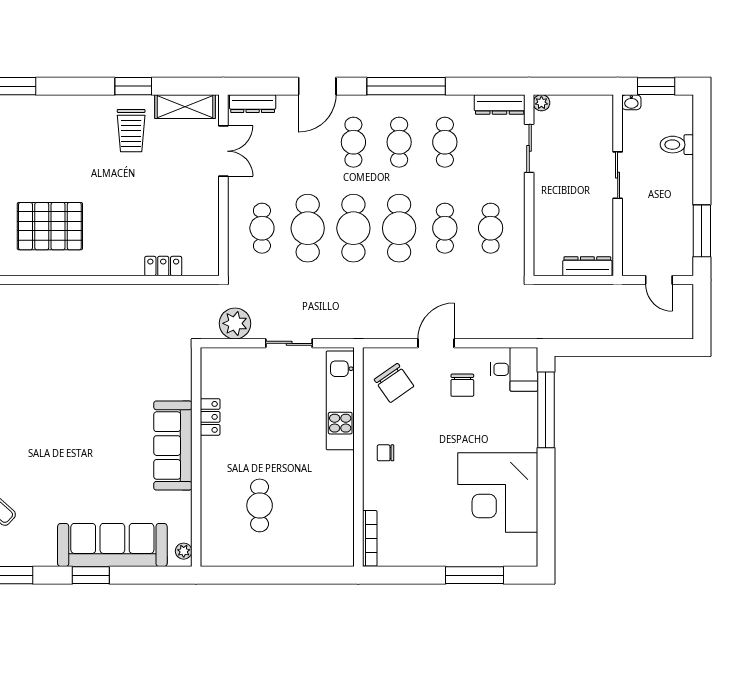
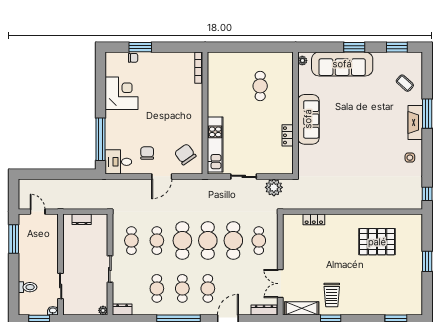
dresser: (500, 104) -> (122, 310), width x0.70
trolley: (131, 131) -> (332, 295), turned 180
sliding door: (529, 148) -> (110, 269), moved
sliding door: (618, 175) -> (61, 286), moved
dresser: (587, 266) -> (82, 219), width x0.70
chair: (386, 453) -> (133, 58), moved
corner desk: (498, 492) -> (122, 93), width x0.74, depth x0.74
window: (474, 575) -> (140, 47), width x0.69

